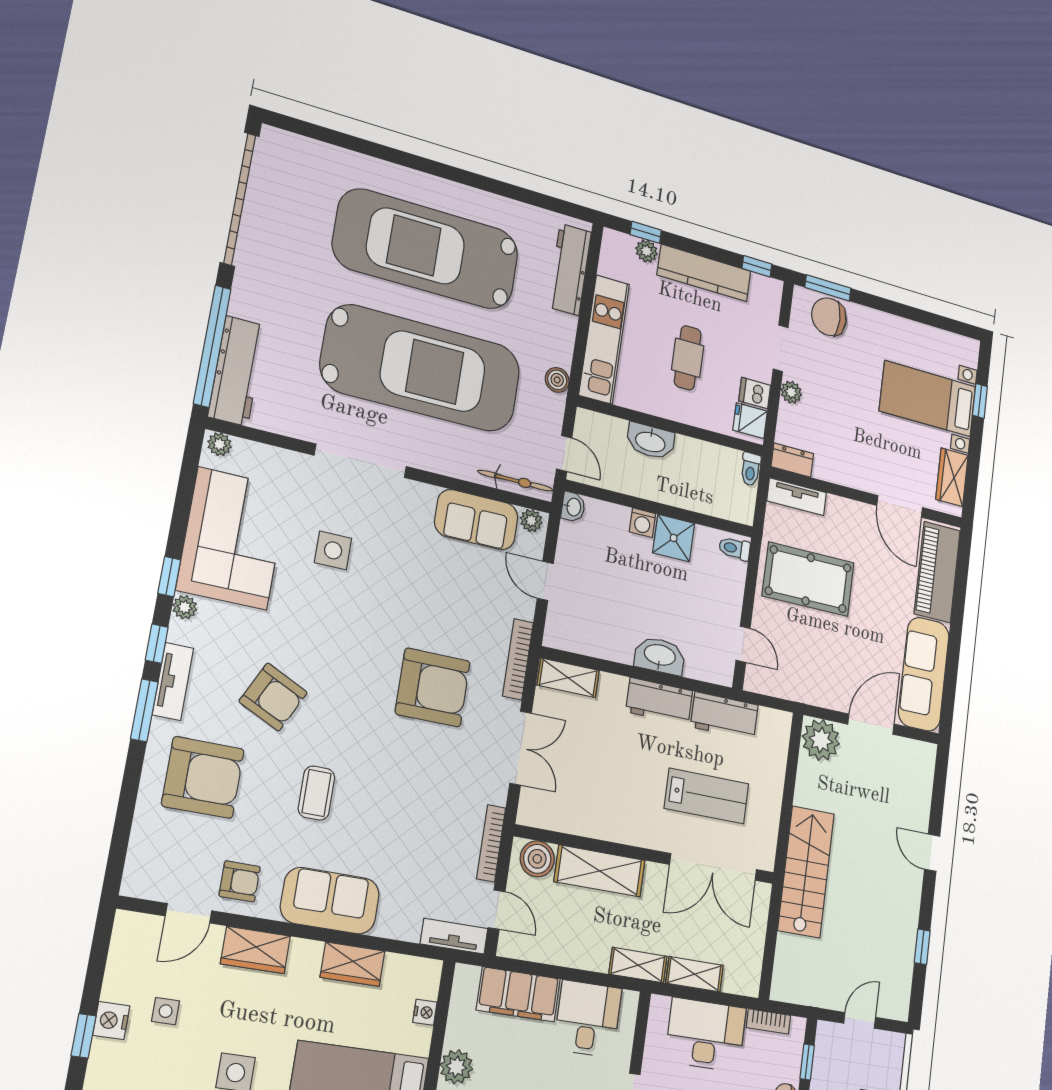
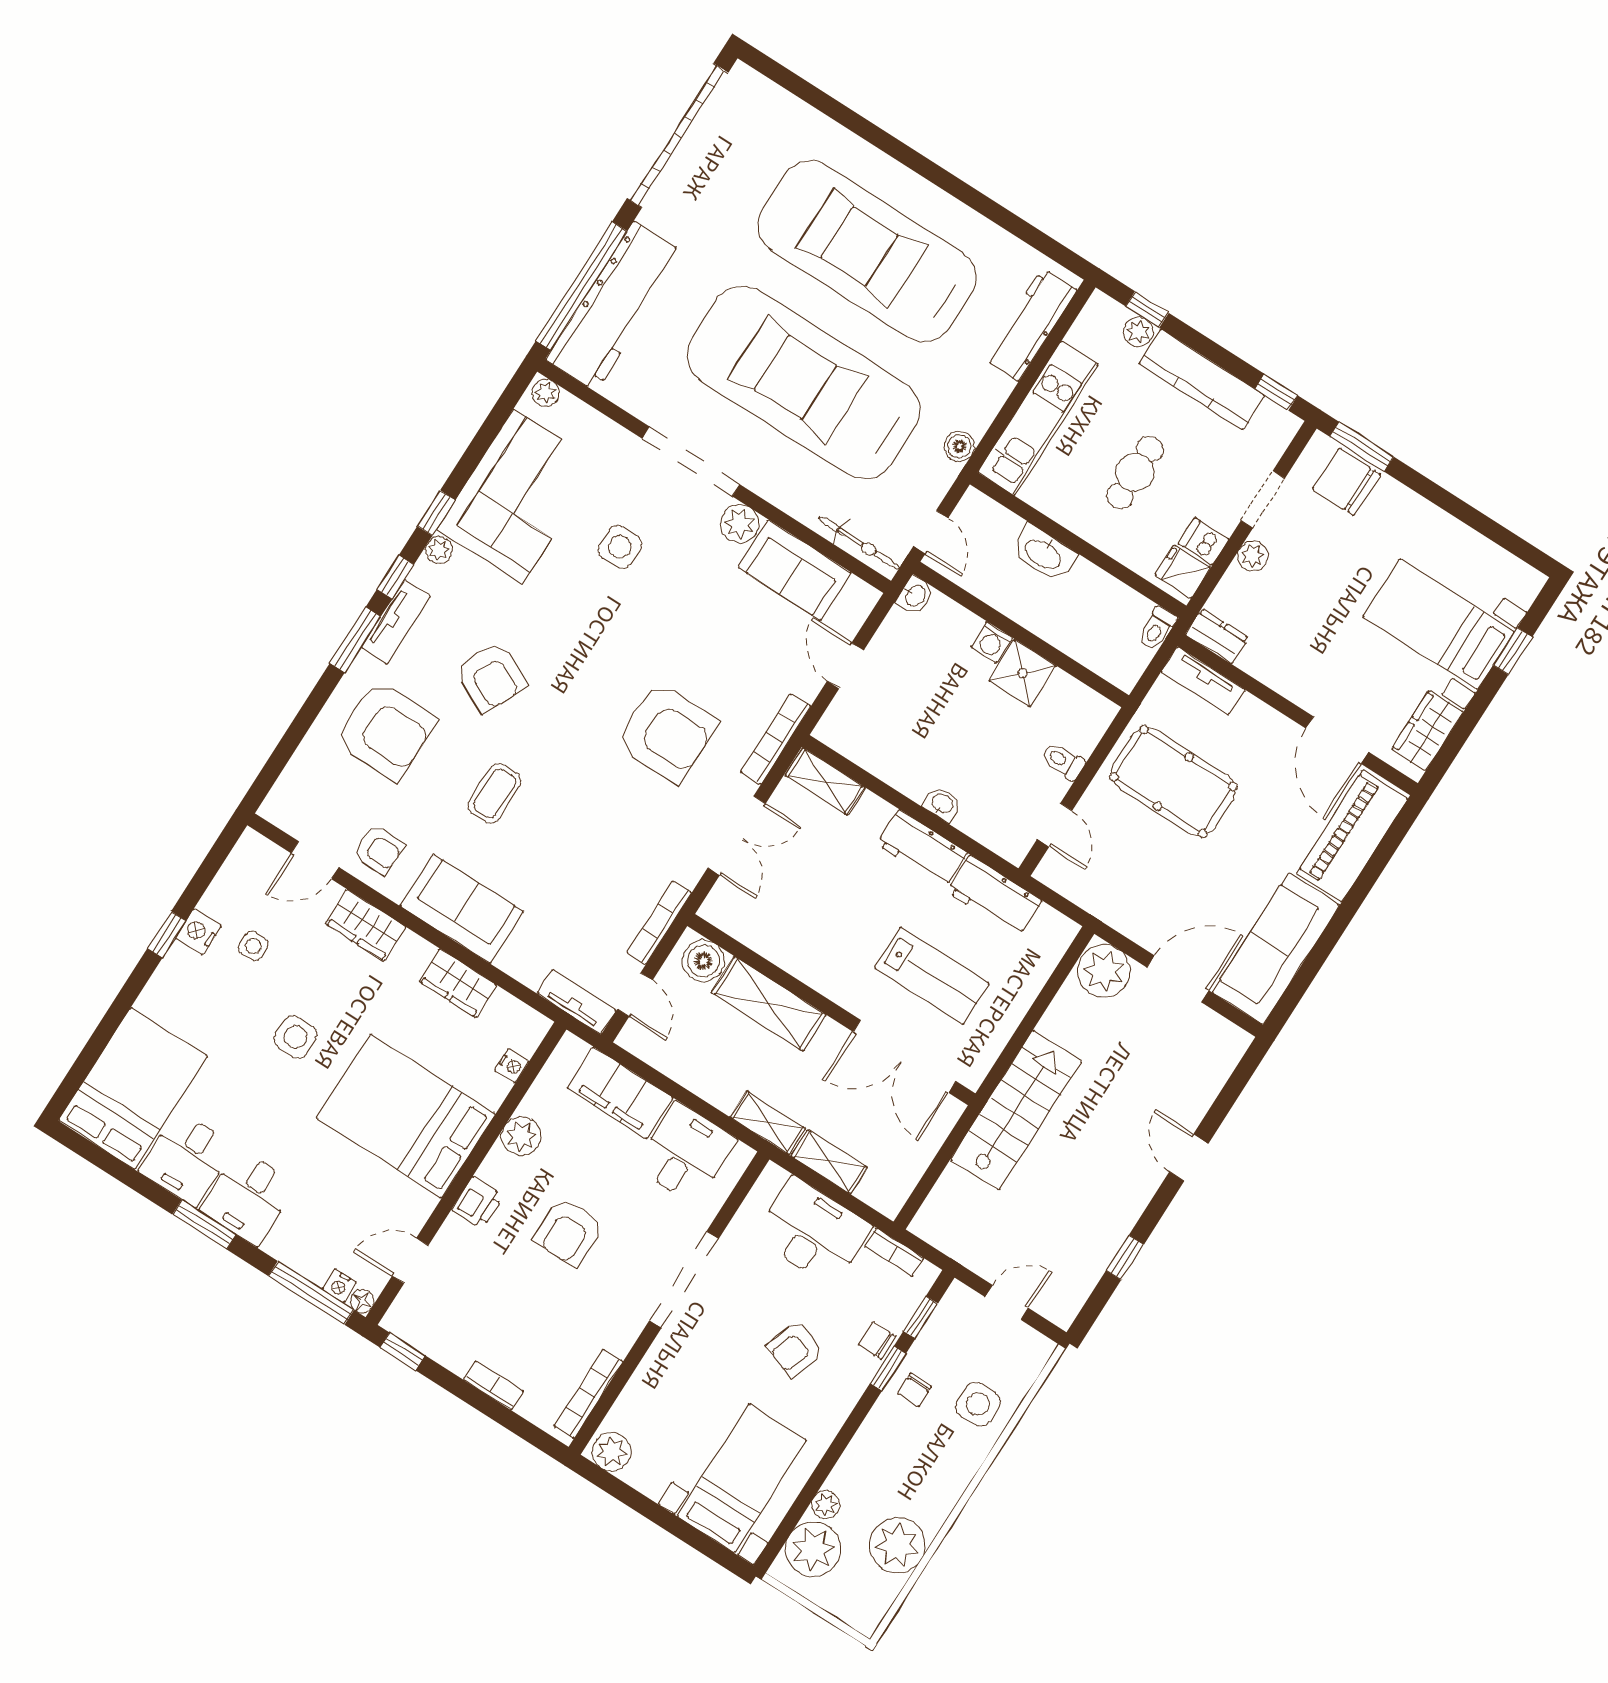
car: (421, 368) -> (803, 382), turned 180
workbench: (237, 371) -> (615, 306), width x1.36, depth x1.32
plant: (531, 521) -> (740, 524), moved, width x1.38, depth x1.38
toilet: (735, 548) -> (1063, 761), moved
washbasin: (660, 656) -> (942, 804), width x0.52, depth x0.69

